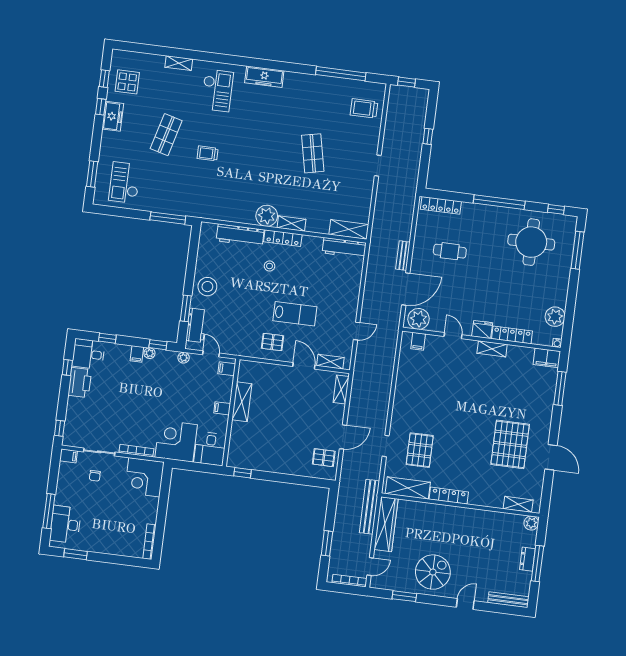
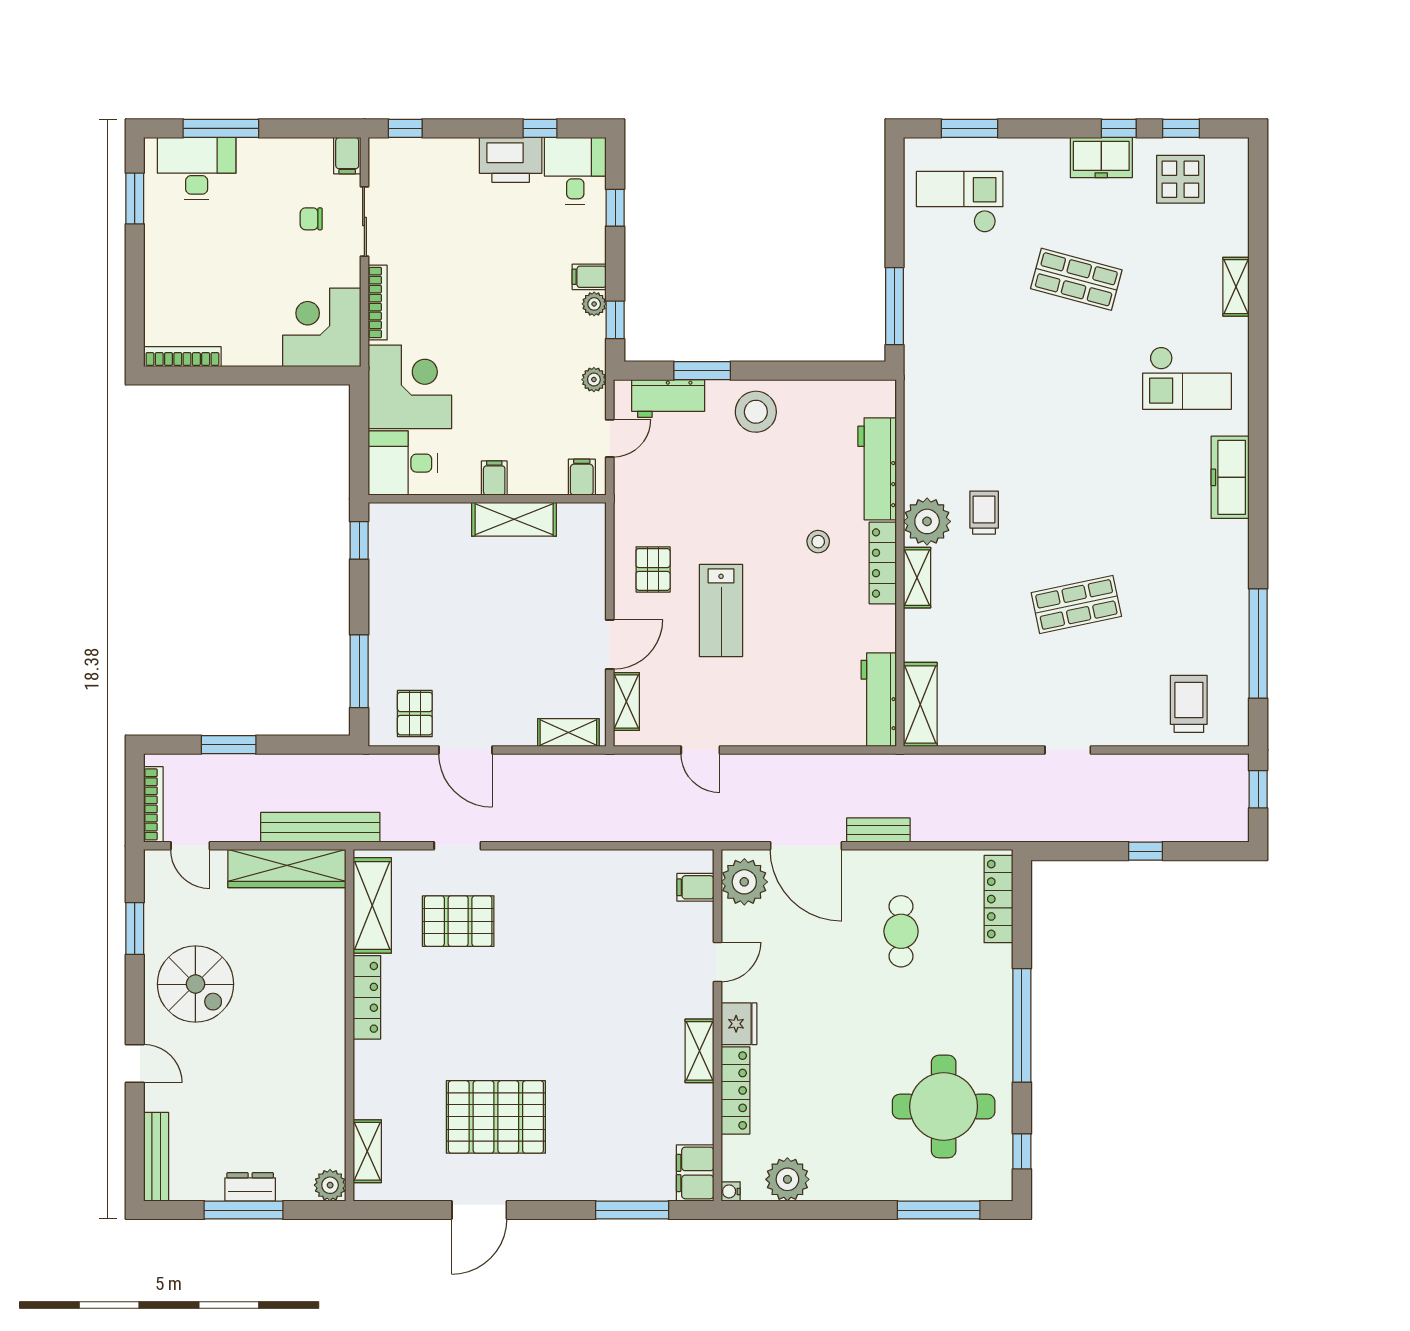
trolley: (208, 153) -> (984, 513), moved
window: (301, 480) -> (359, 671), added

